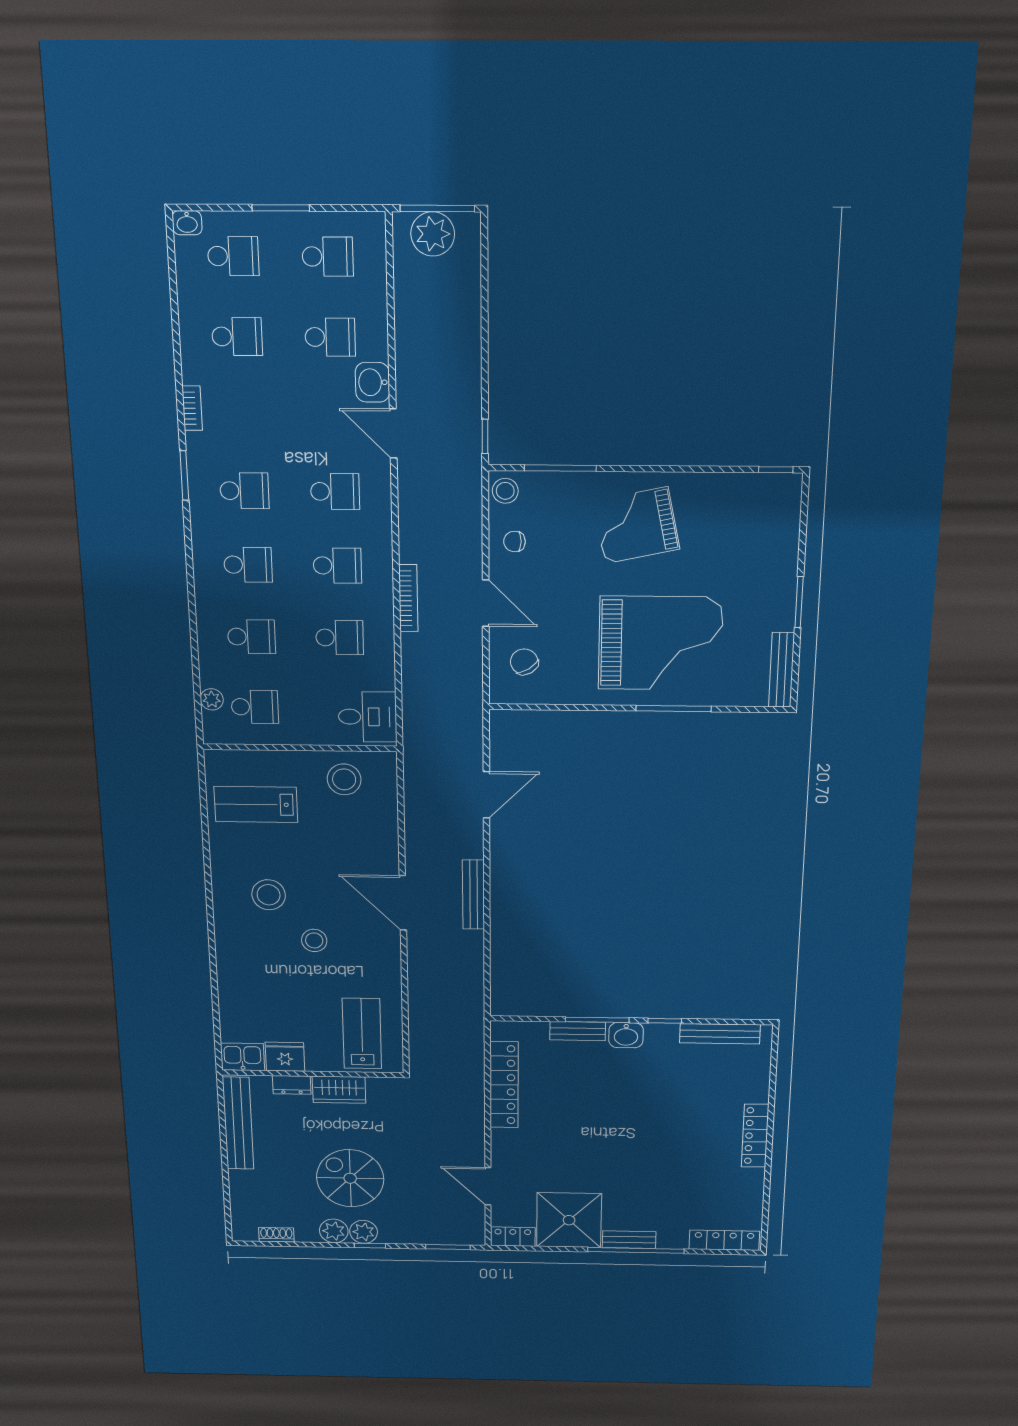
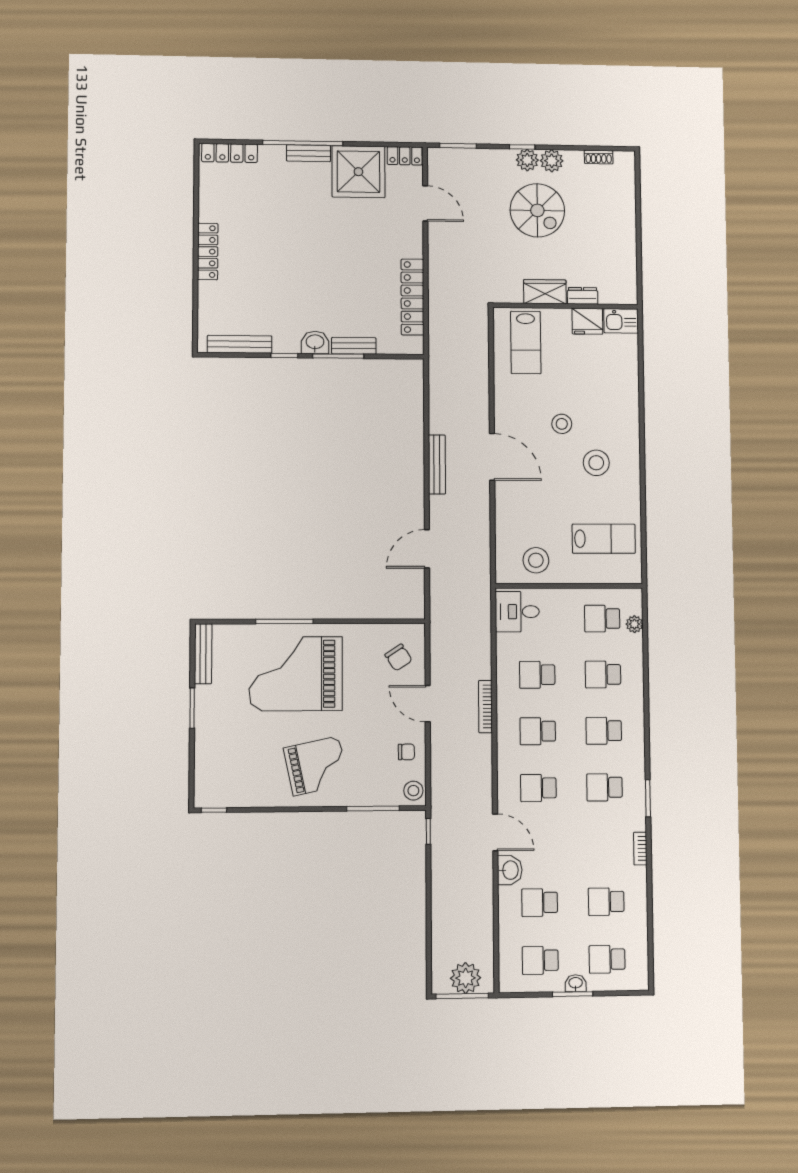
washbasin: (187, 223) -> (576, 983), moved
bench: (238, 1123) -> (626, 261), removed

